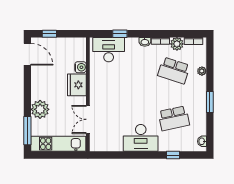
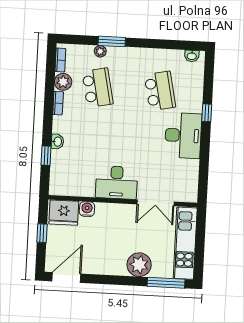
window: (49, 34) -> (42, 233), moved
washbasin: (145, 42) -> (57, 142), moved
desk: (109, 50) -> (117, 182), moved, turned -90
school desk: (174, 70) -> (98, 88), turned -30
fridge: (77, 85) -> (64, 213), moved
window: (210, 102) -> (112, 41), moved
window: (173, 155) -> (207, 113), moved

